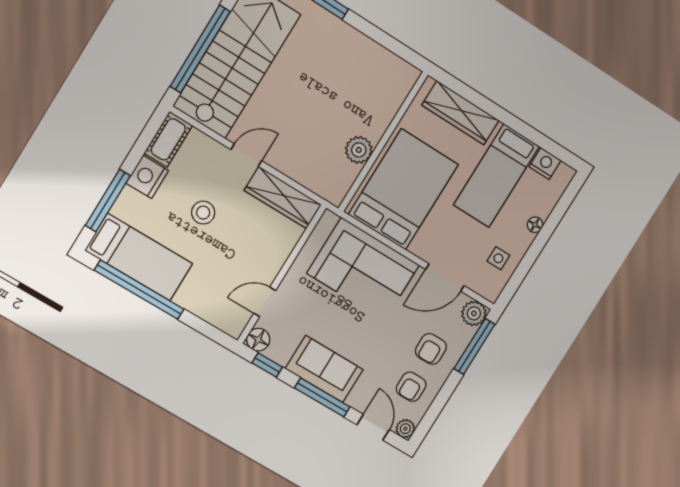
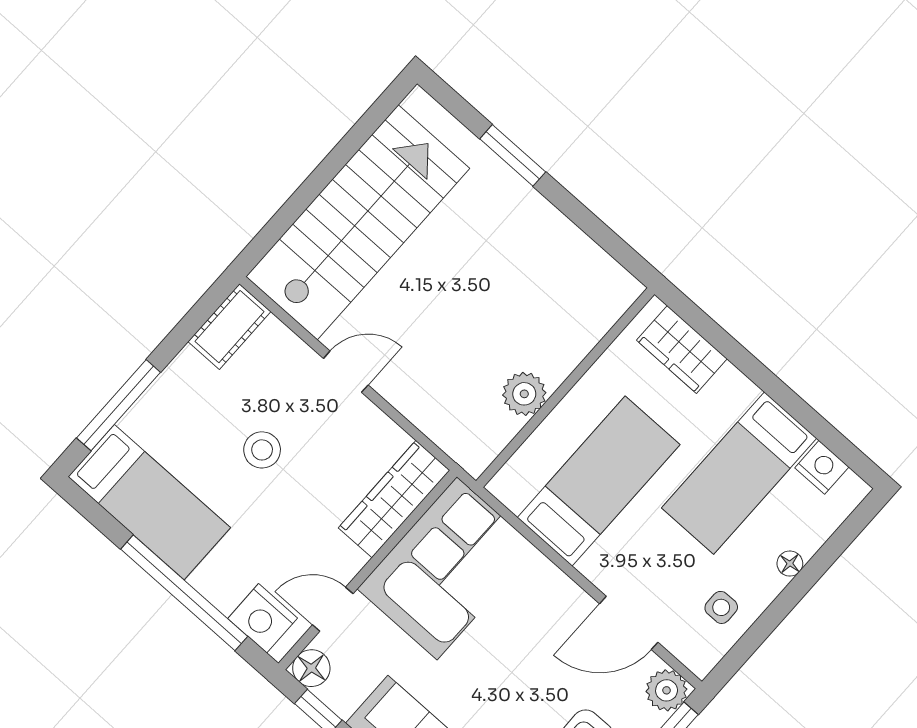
window: (200, 49) -> (304, 196), removed
wardrobe: (460, 113) -> (682, 349), width x0.67
nightstand: (147, 177) -> (263, 618), moved, turned -90
bed: (403, 189) -> (599, 481), width x0.67
wardrobe: (283, 198) -> (394, 499), moved, turned 90
corner sofa: (363, 269) -> (447, 568), moved, turned -90
window: (139, 290) -> (184, 593), moved

